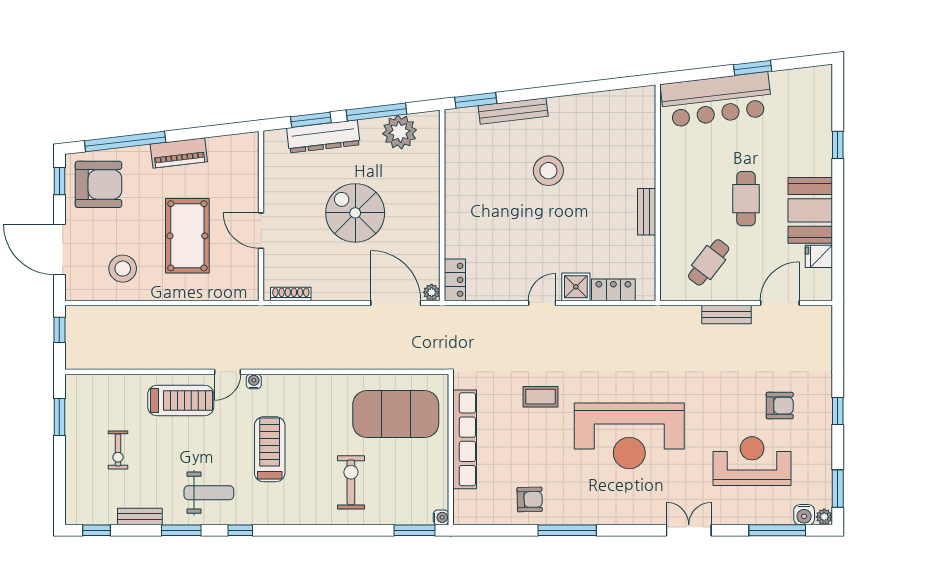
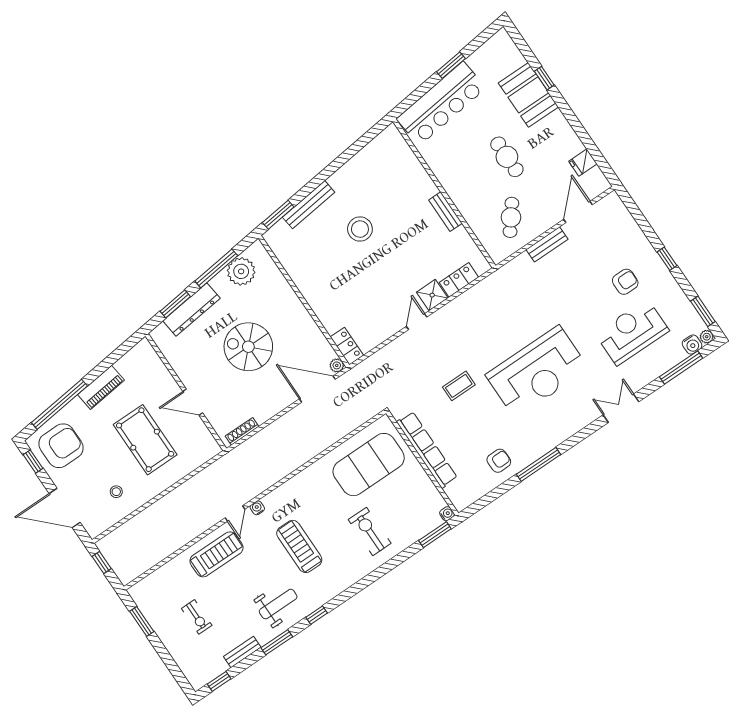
booth: (810, 210) -> (528, 95), moved
stool: (123, 269) -> (116, 492), width x0.53, depth x0.53

